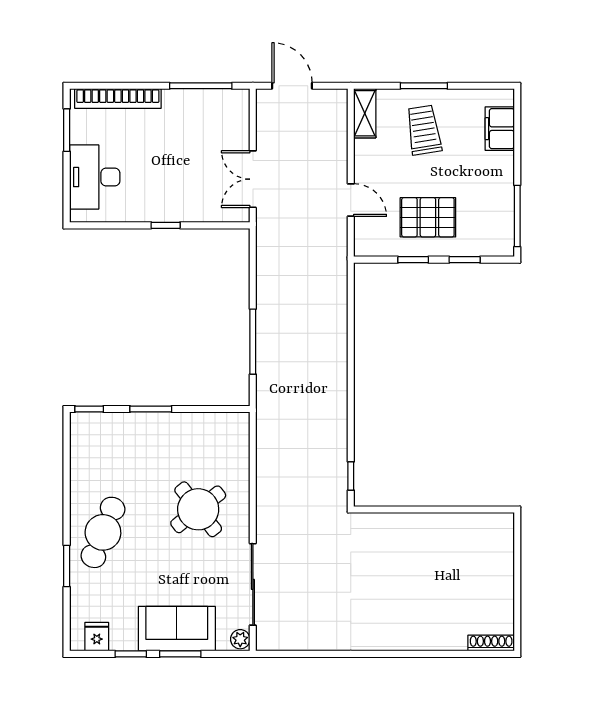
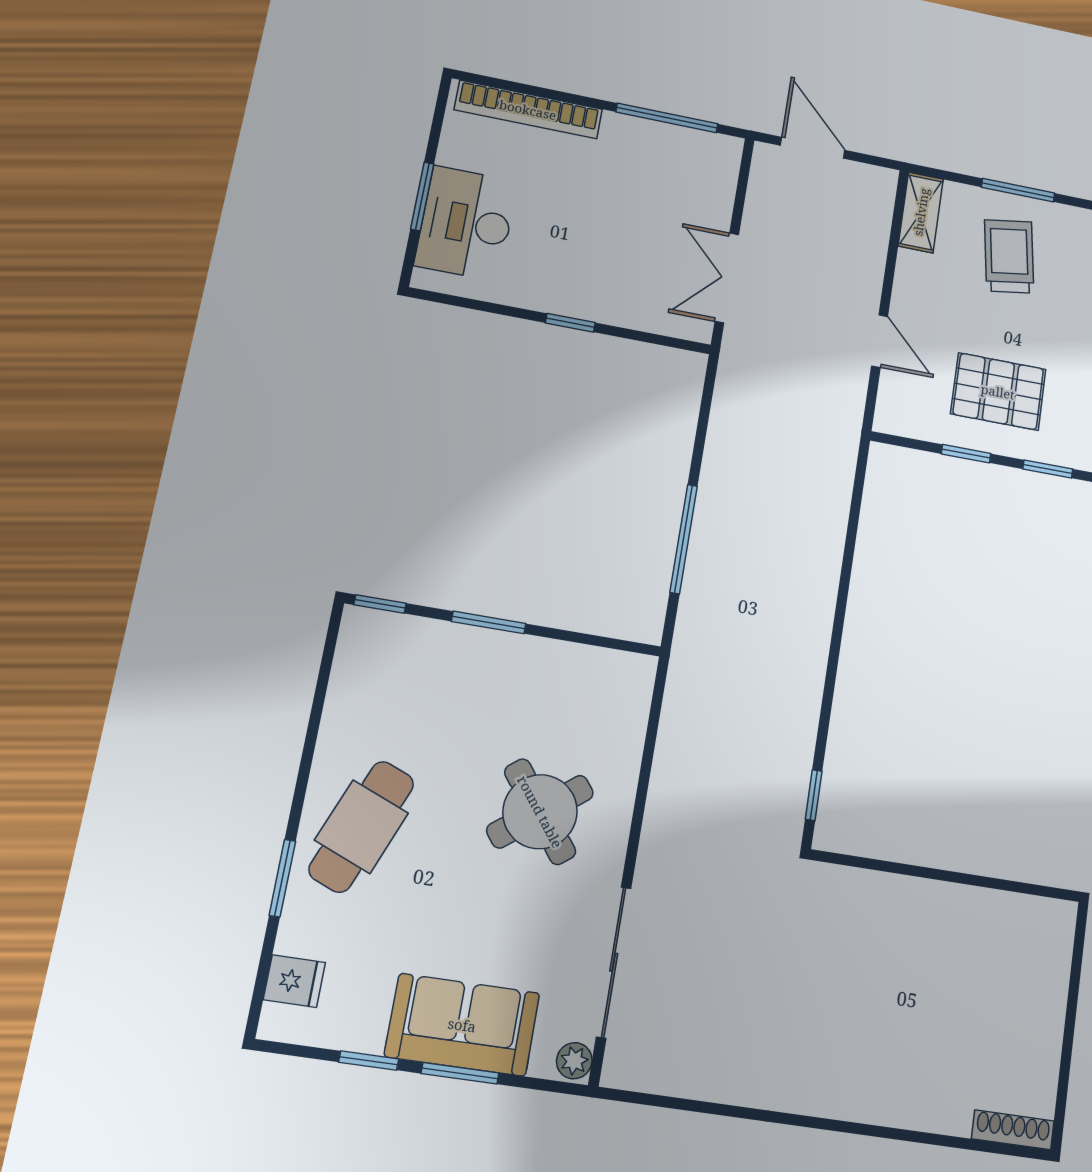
window: (67, 130) -> (422, 196), moved
fridge: (97, 637) -> (294, 981), moved, turned 90

